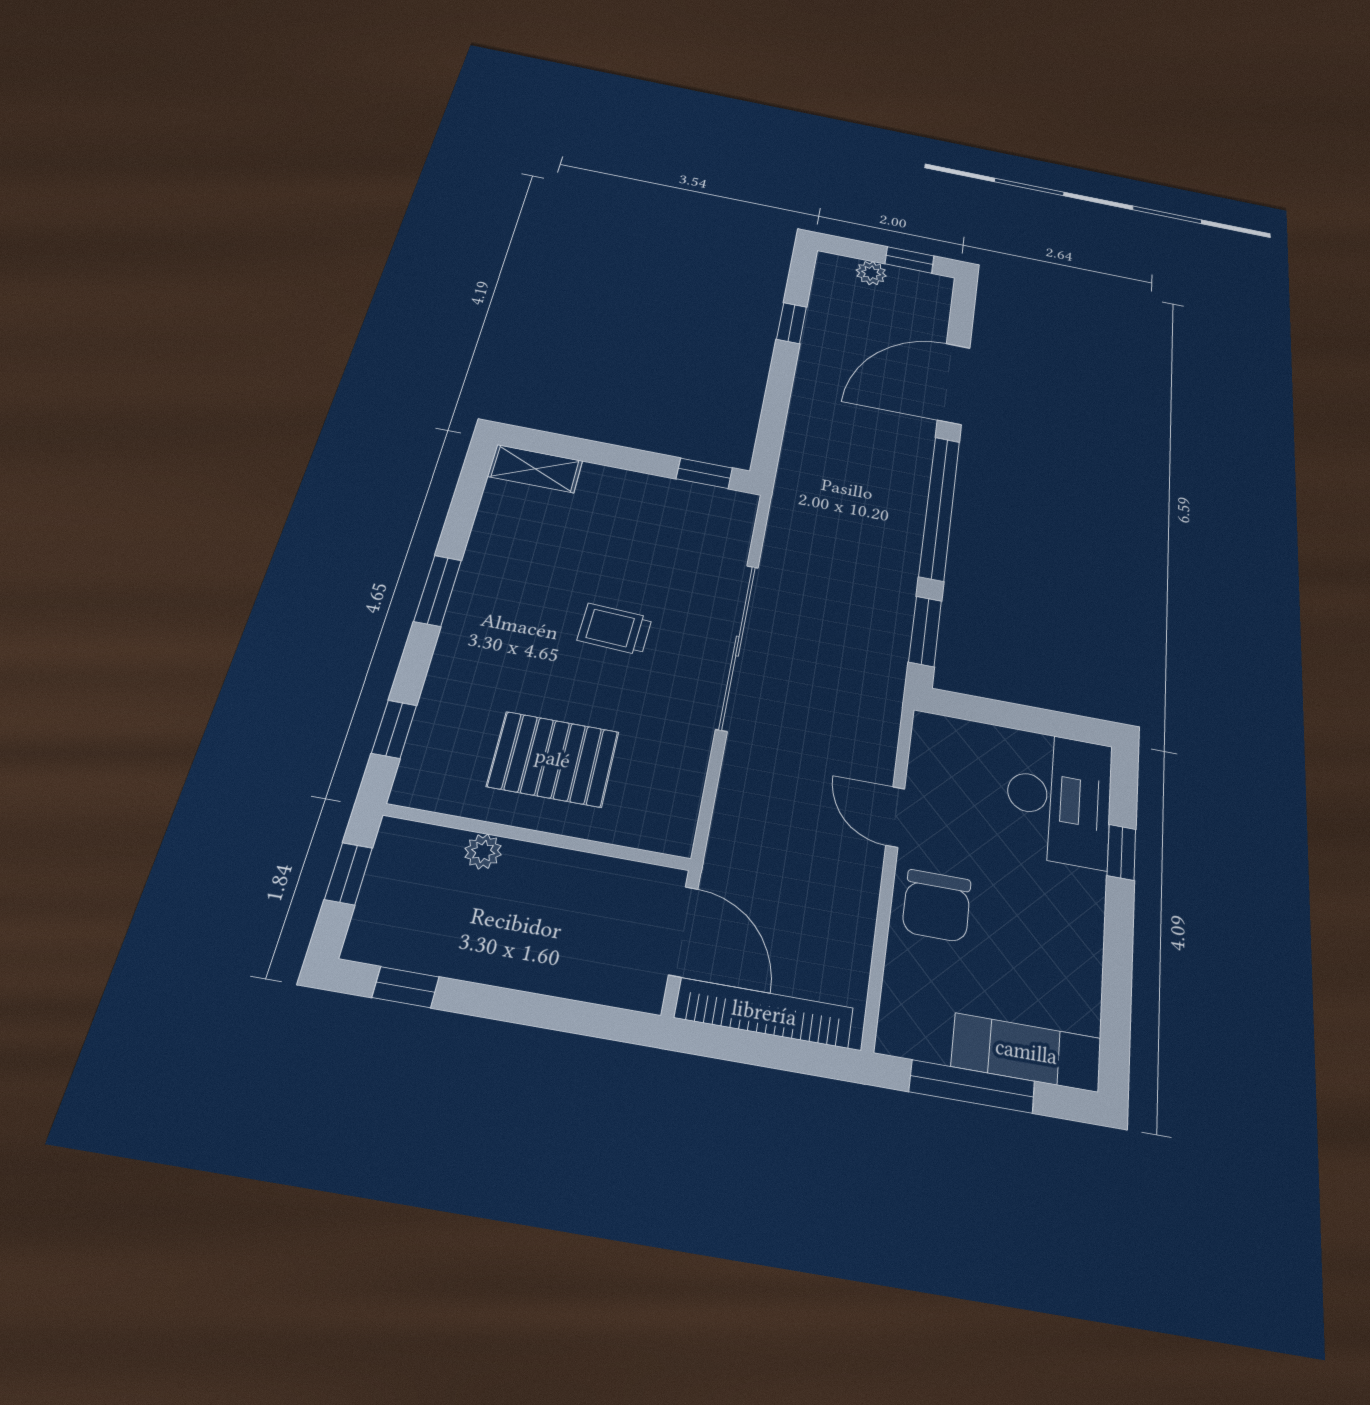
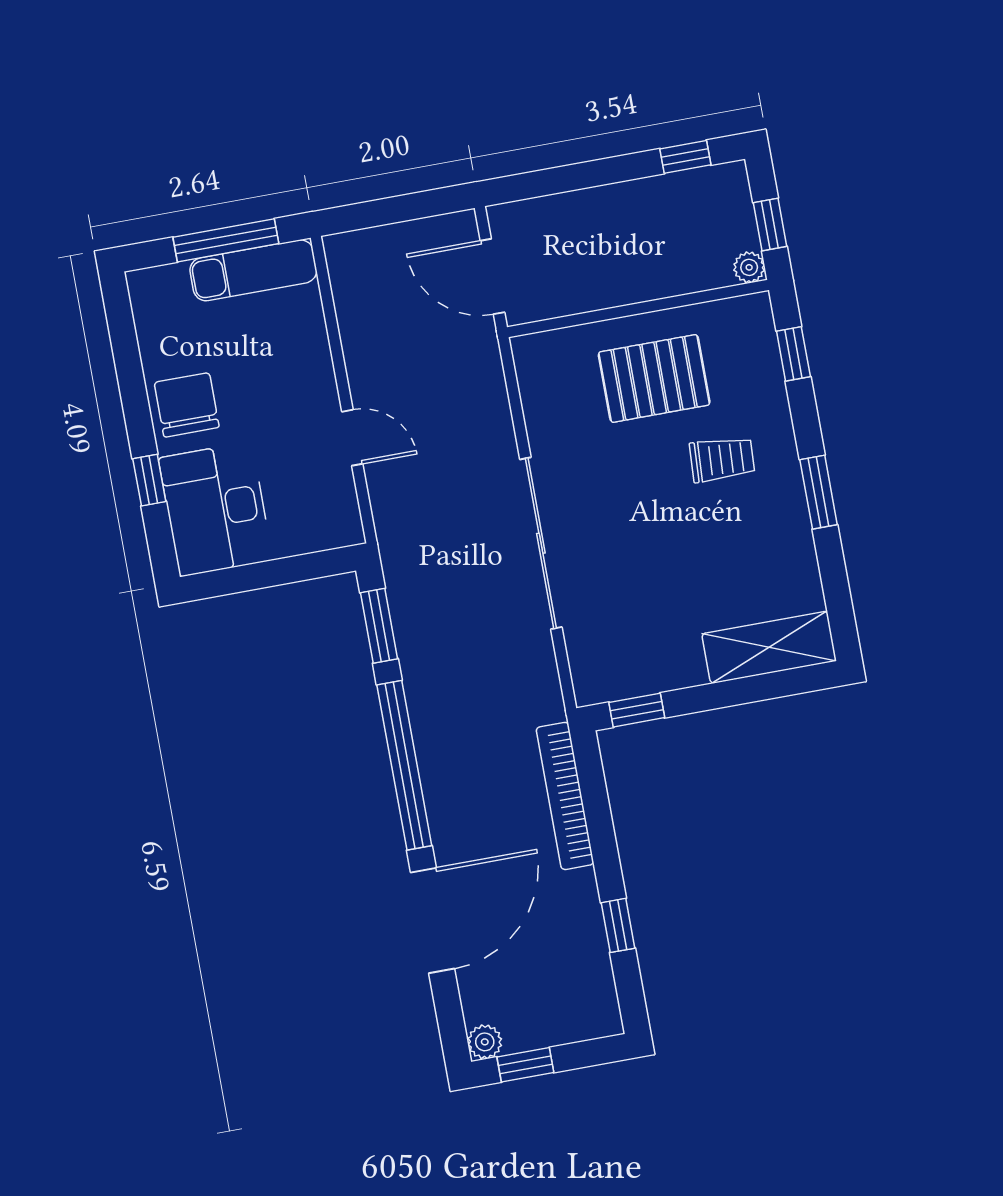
plant: (871, 273) -> (485, 1042), moved
shelving: (535, 469) -> (769, 647), width x1.50, depth x1.33
trolley: (615, 629) -> (722, 459), moved
plant: (483, 851) -> (749, 267), moved
chair: (937, 906) -> (187, 405), moved
bookcase: (764, 1013) -> (565, 796), moved, turned 90
exam couch: (1026, 1052) -> (253, 270), moved

